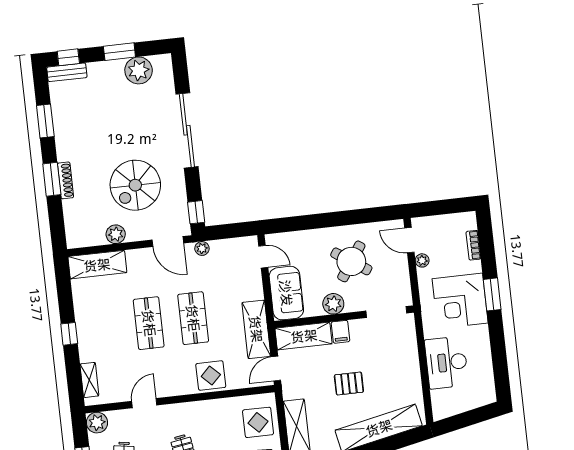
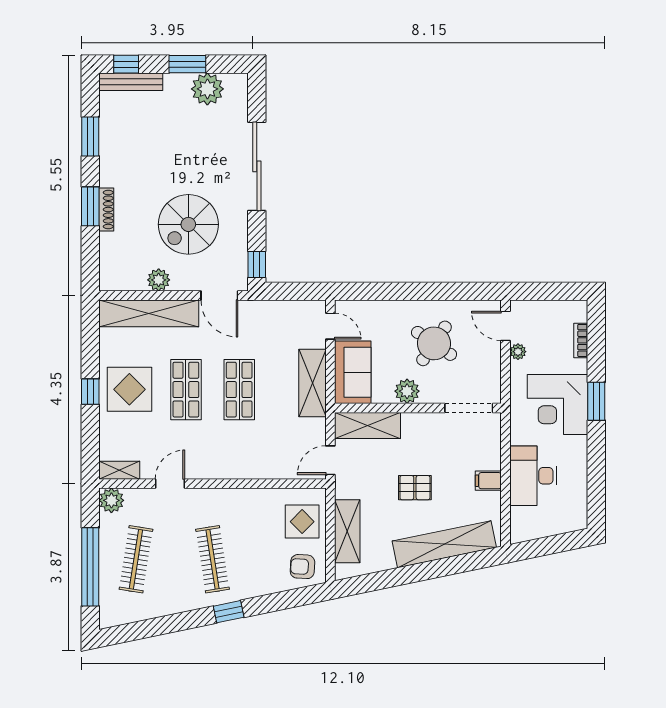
bench: (67, 72) -> (131, 82), width x1.36
plant: (202, 248) -> (259, 308), removed
shelving: (97, 265) -> (149, 313), width x1.47
shelving: (256, 329) -> (312, 383), moved
filing cabinet: (340, 332) -> (488, 481), moved, turned 90
display table: (211, 376) -> (129, 389), moved, width x1.36, depth x1.36
shelving: (89, 380) -> (119, 470), moved, turned 90

